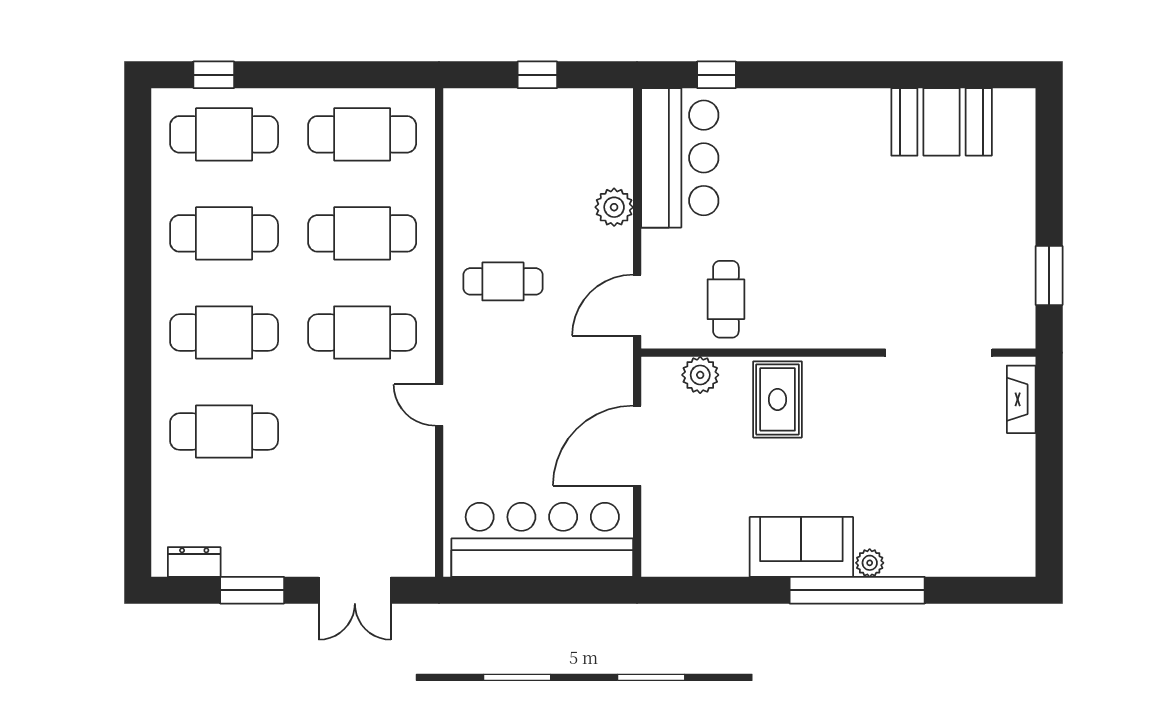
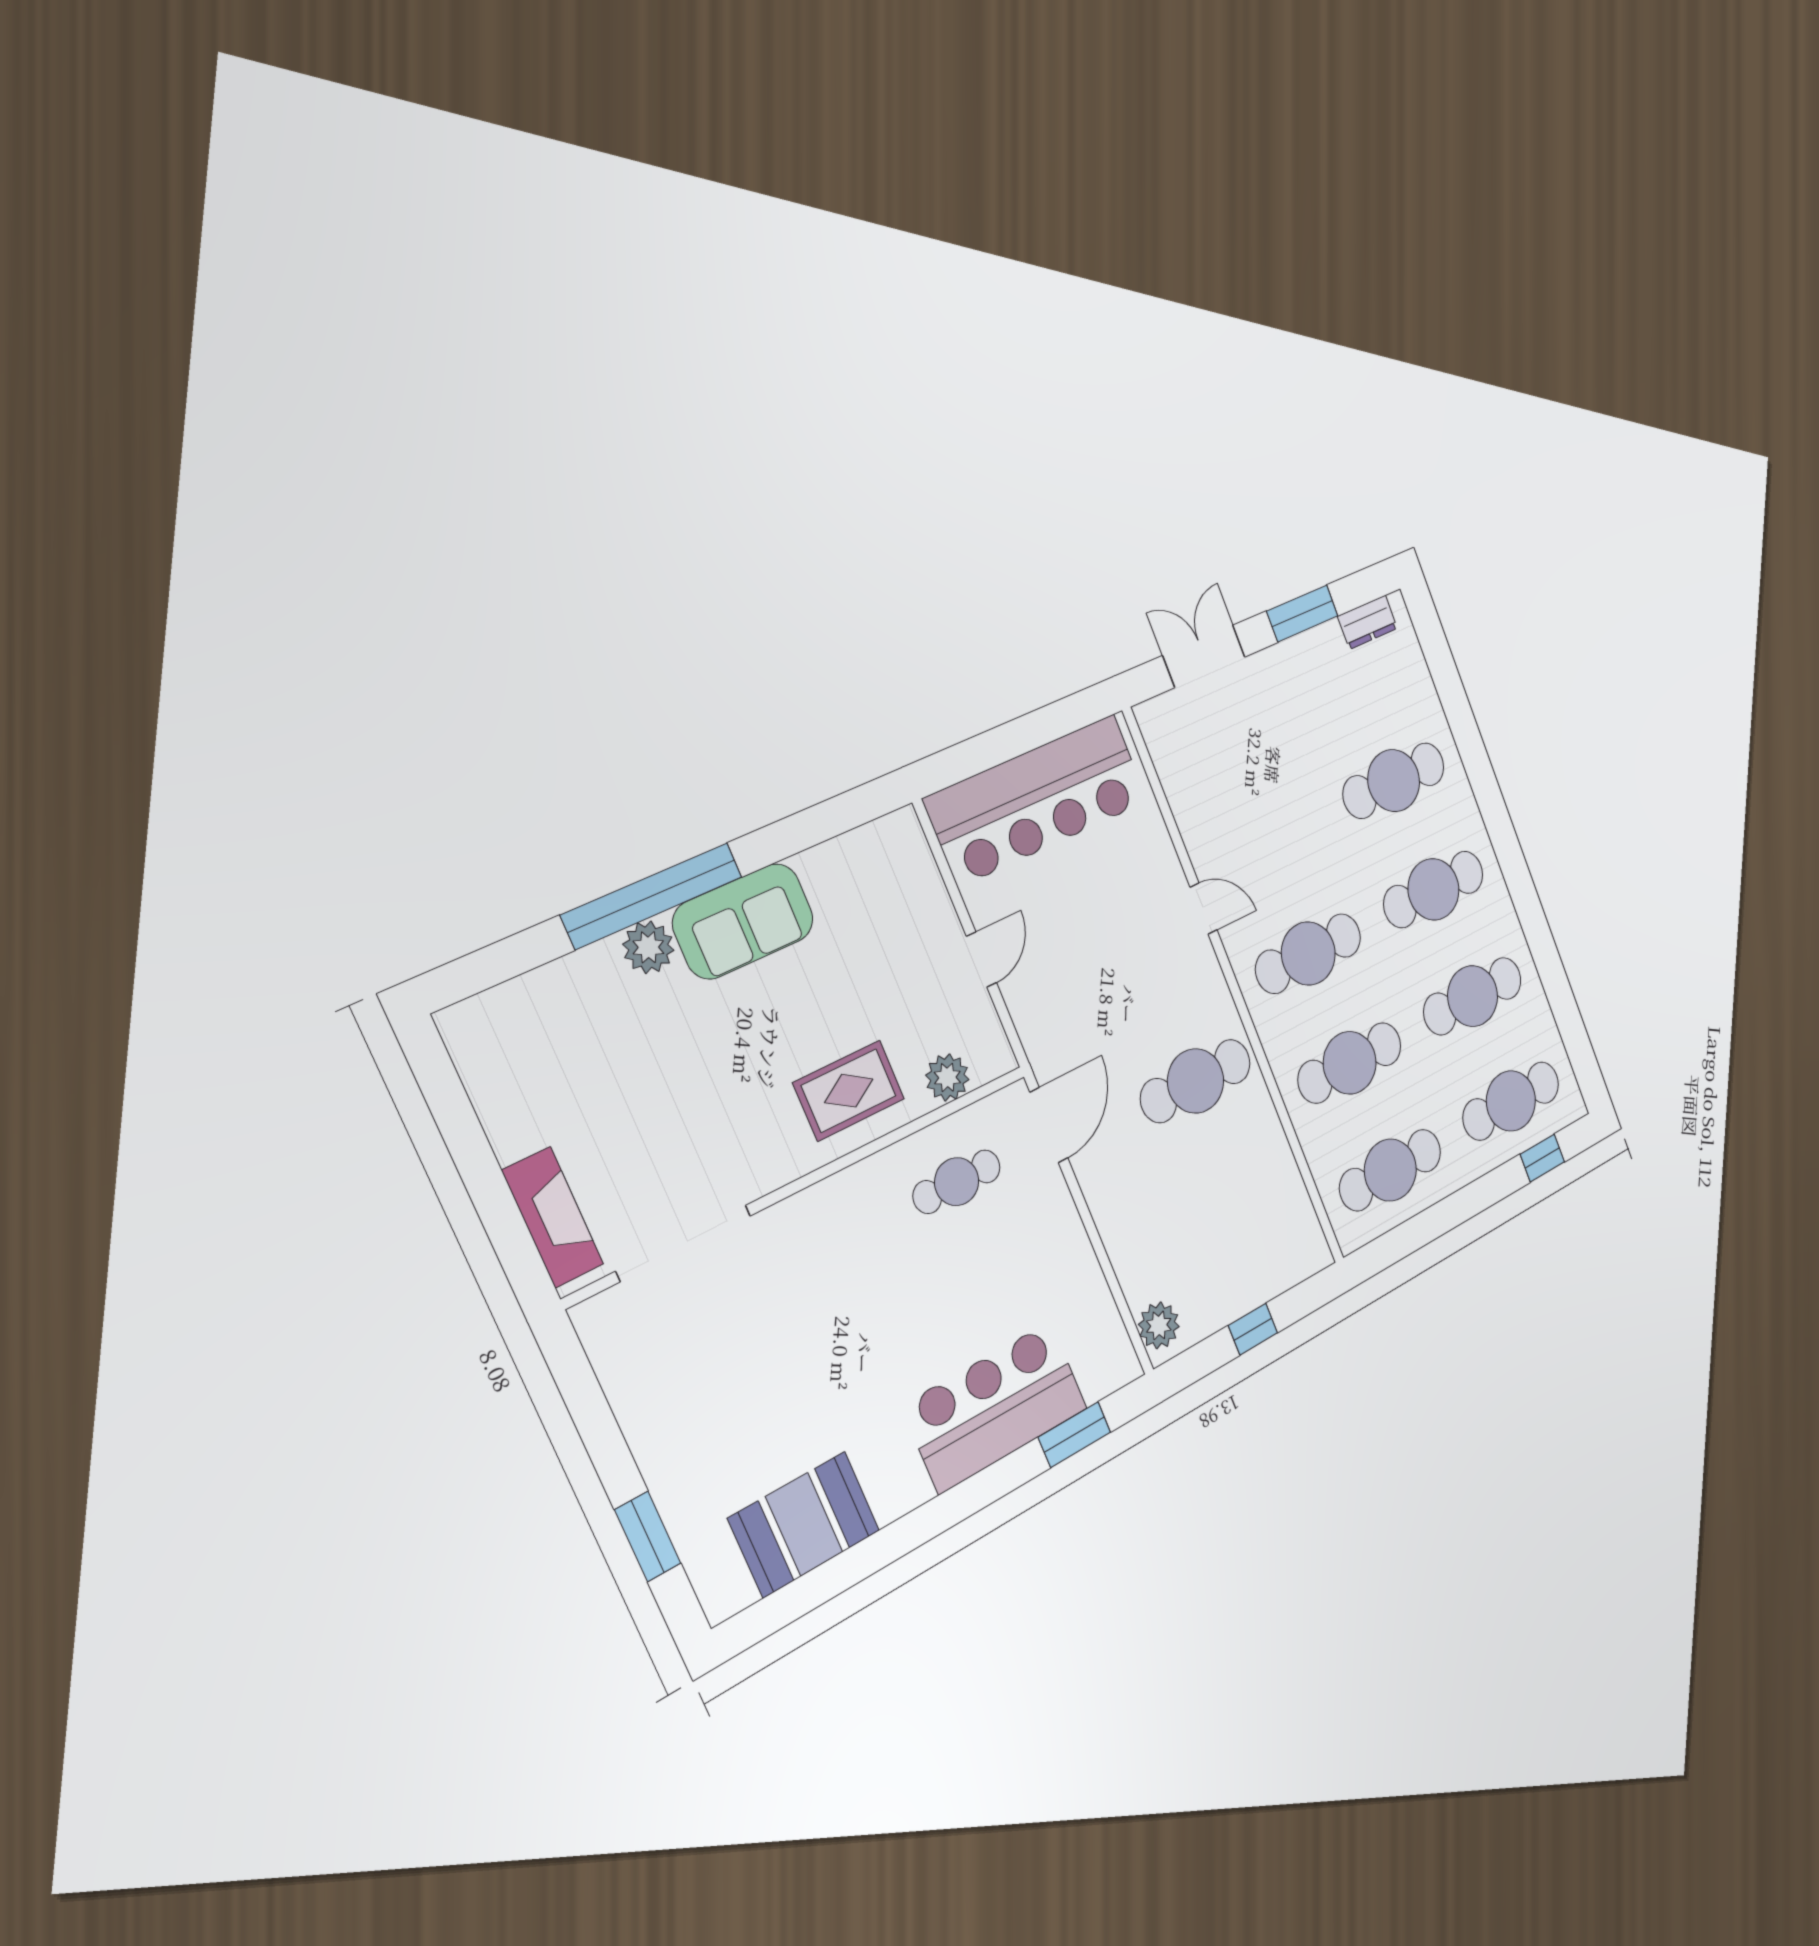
window: (716, 75) -> (1074, 1435), width x1.50
bar counter: (680, 158) -> (995, 1407), moved, turned 90
plant: (614, 207) -> (1159, 1325), moved
window: (1049, 276) -> (648, 1537), moved
cafe table: (503, 281) -> (1196, 1081), width x1.37, depth x1.35
cafe table: (726, 299) -> (957, 1182), turned 90
rug: (777, 399) -> (849, 1091), turned 90
fireplace: (1021, 399) -> (553, 1217), width x1.37, depth x1.32
door: (637, 446) -> (981, 959), width x0.53
plant: (870, 563) -> (648, 947), width x1.38, depth x1.38

